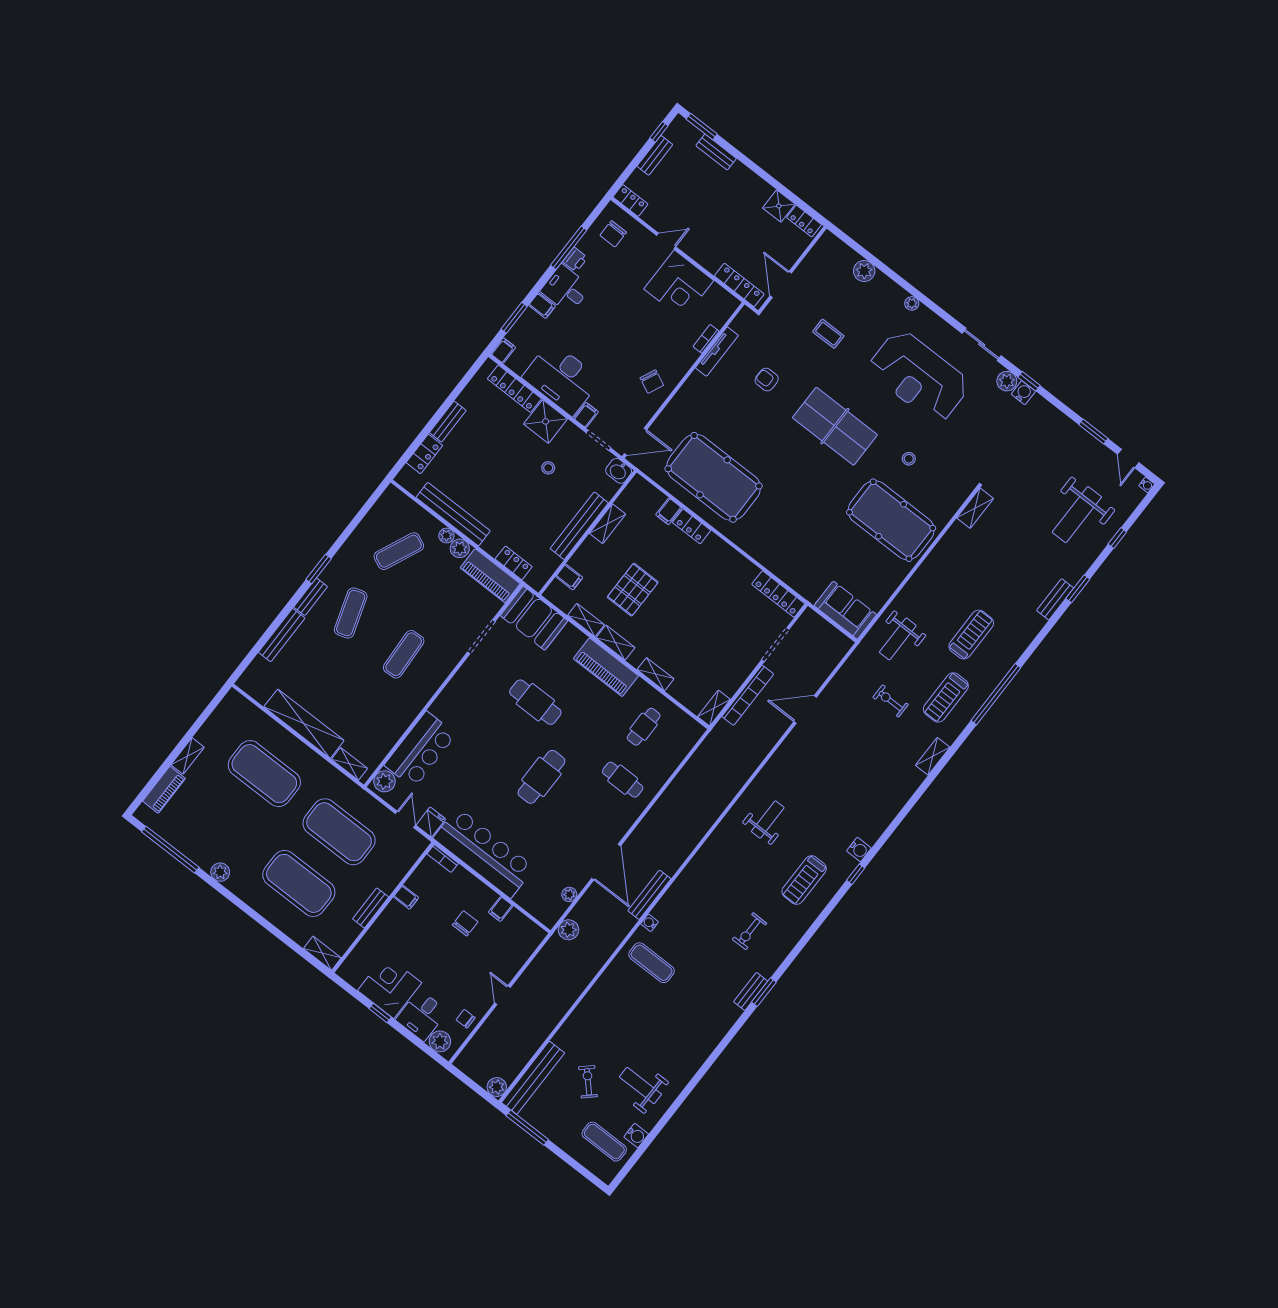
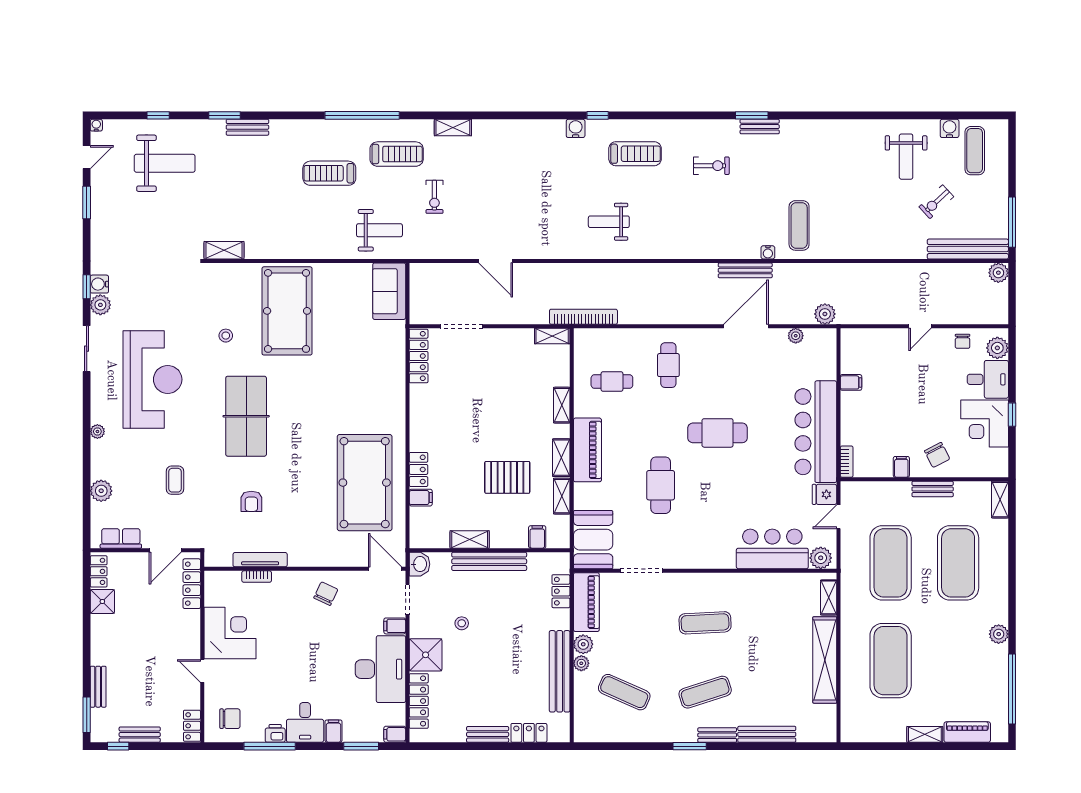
row of seats: (816, 258) -> (121, 538), added
bookcase: (748, 695) -> (583, 317), moved
chair: (465, 923) -> (937, 455), moved, turned -117

